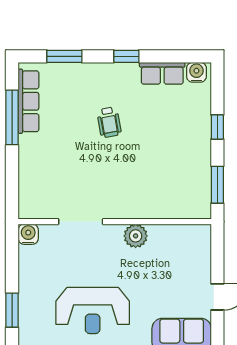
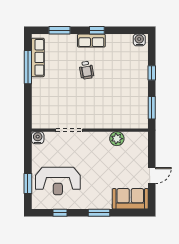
row of seats: (162, 73) -> (91, 41), moved
plant: (136, 236) -> (117, 139), moved
reception desk: (93, 310) -> (58, 181), moved

